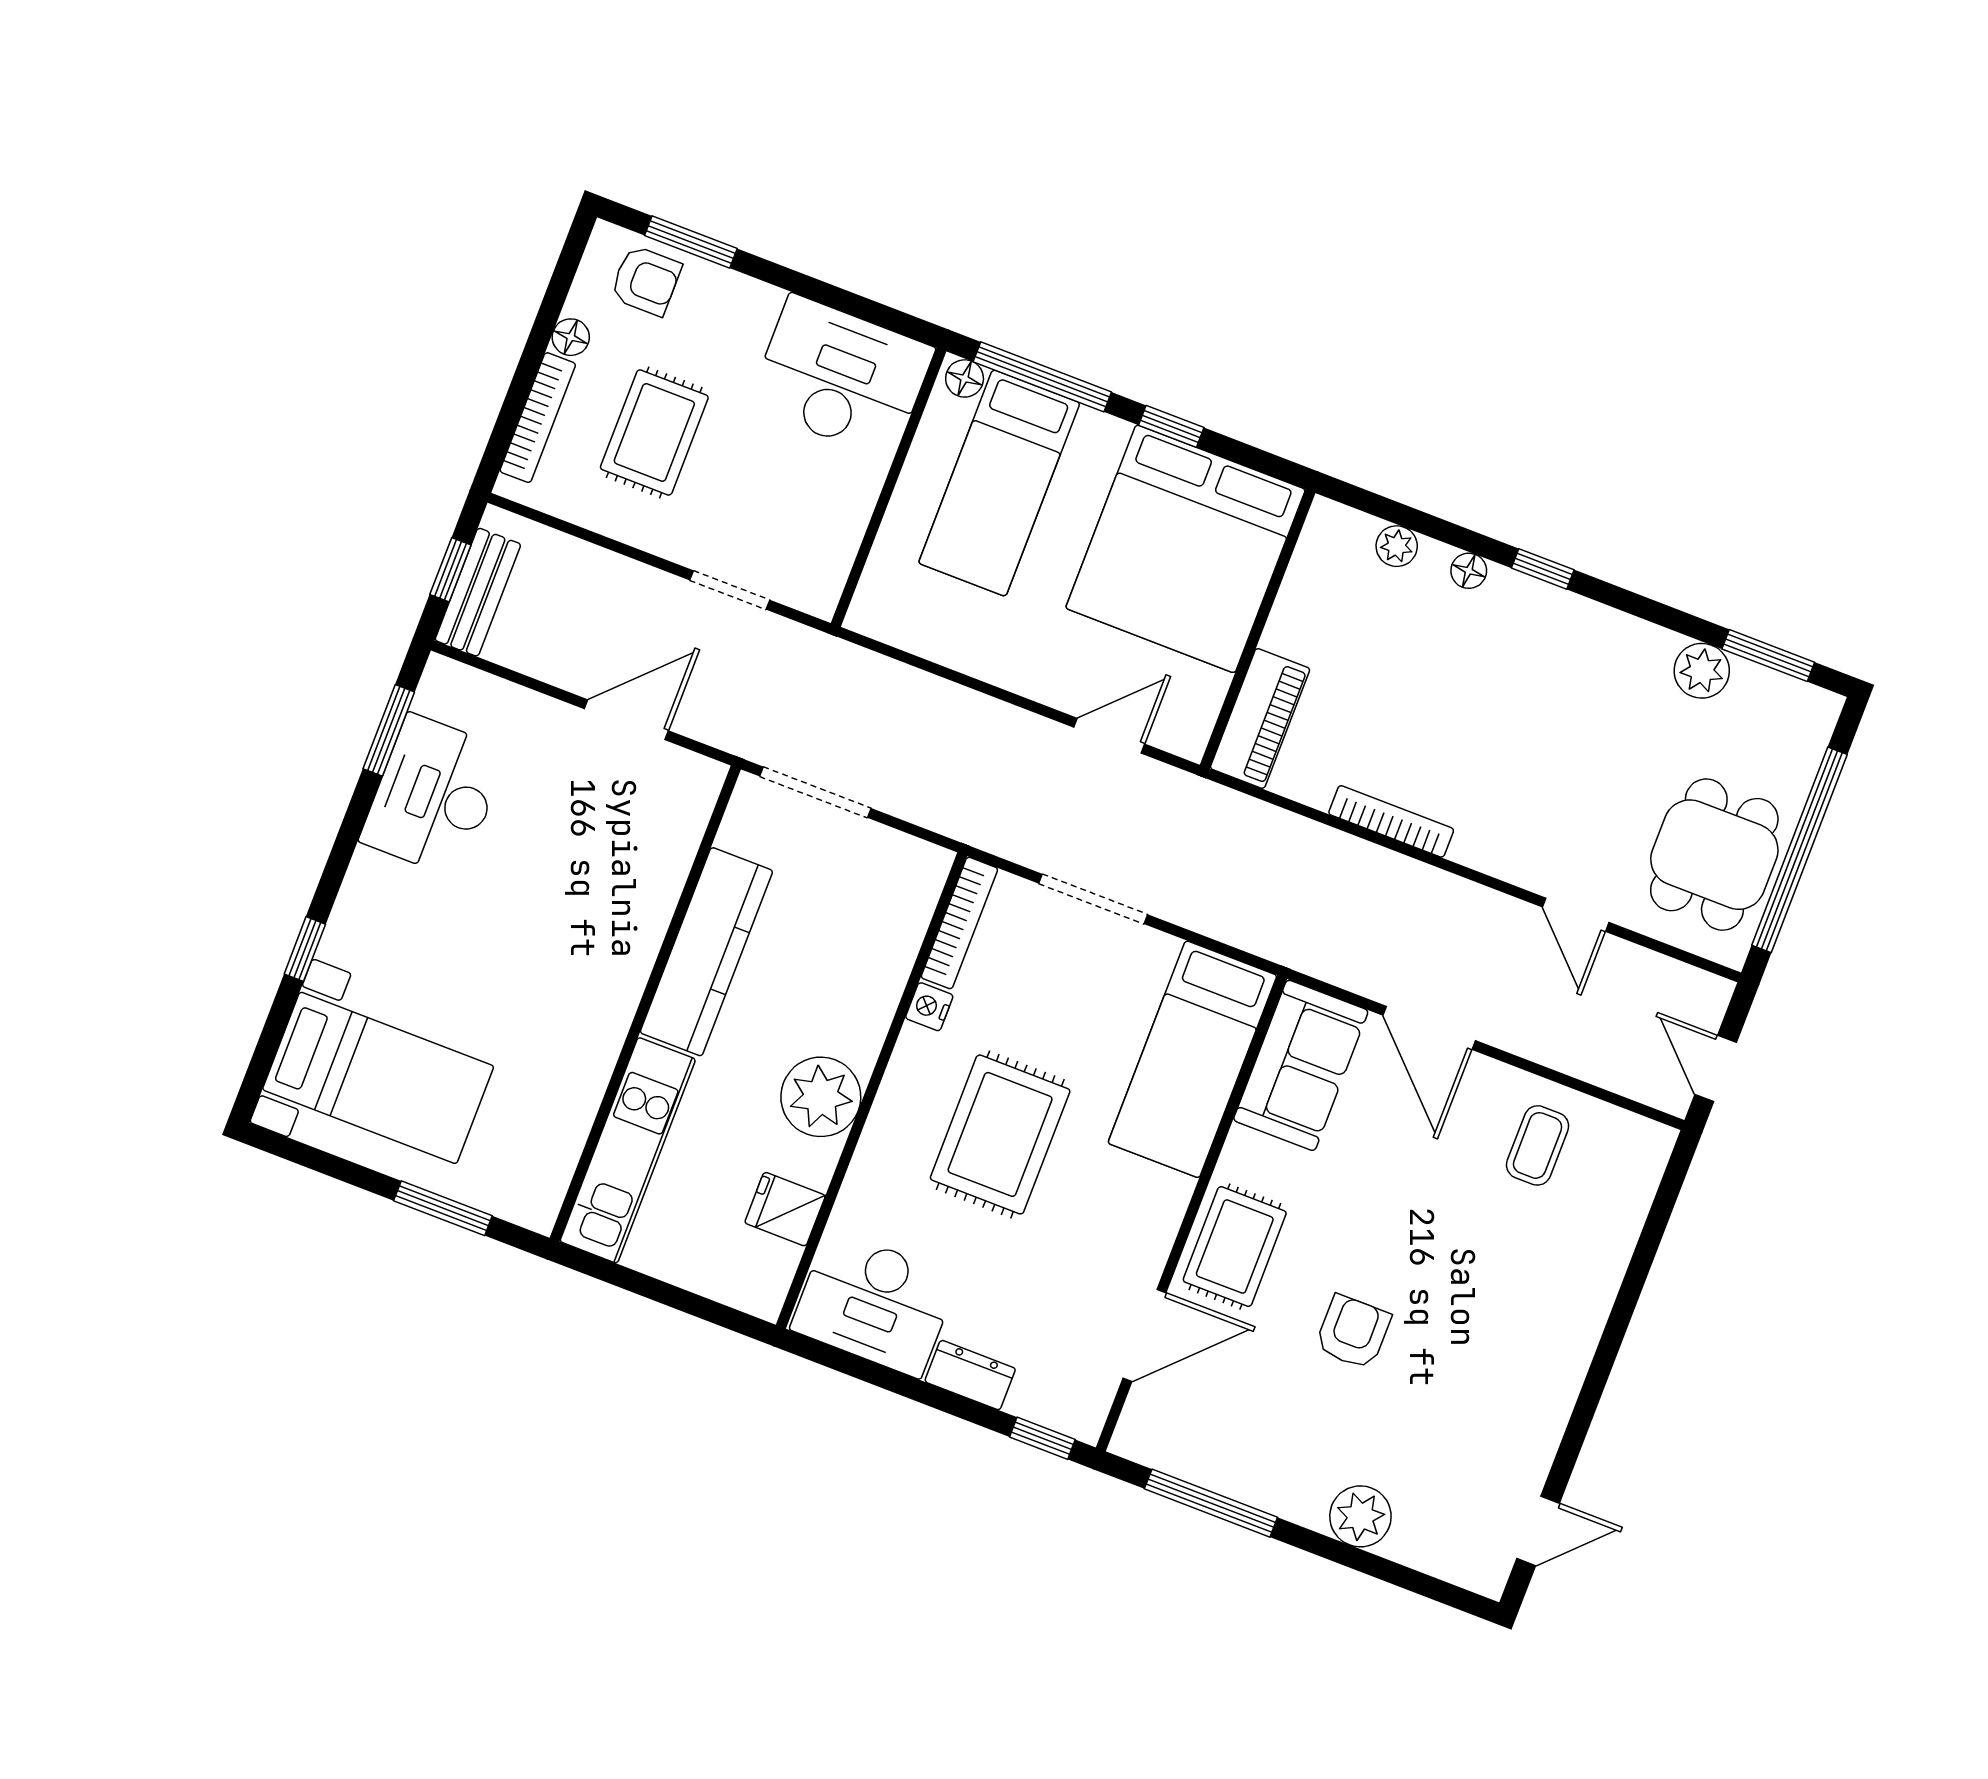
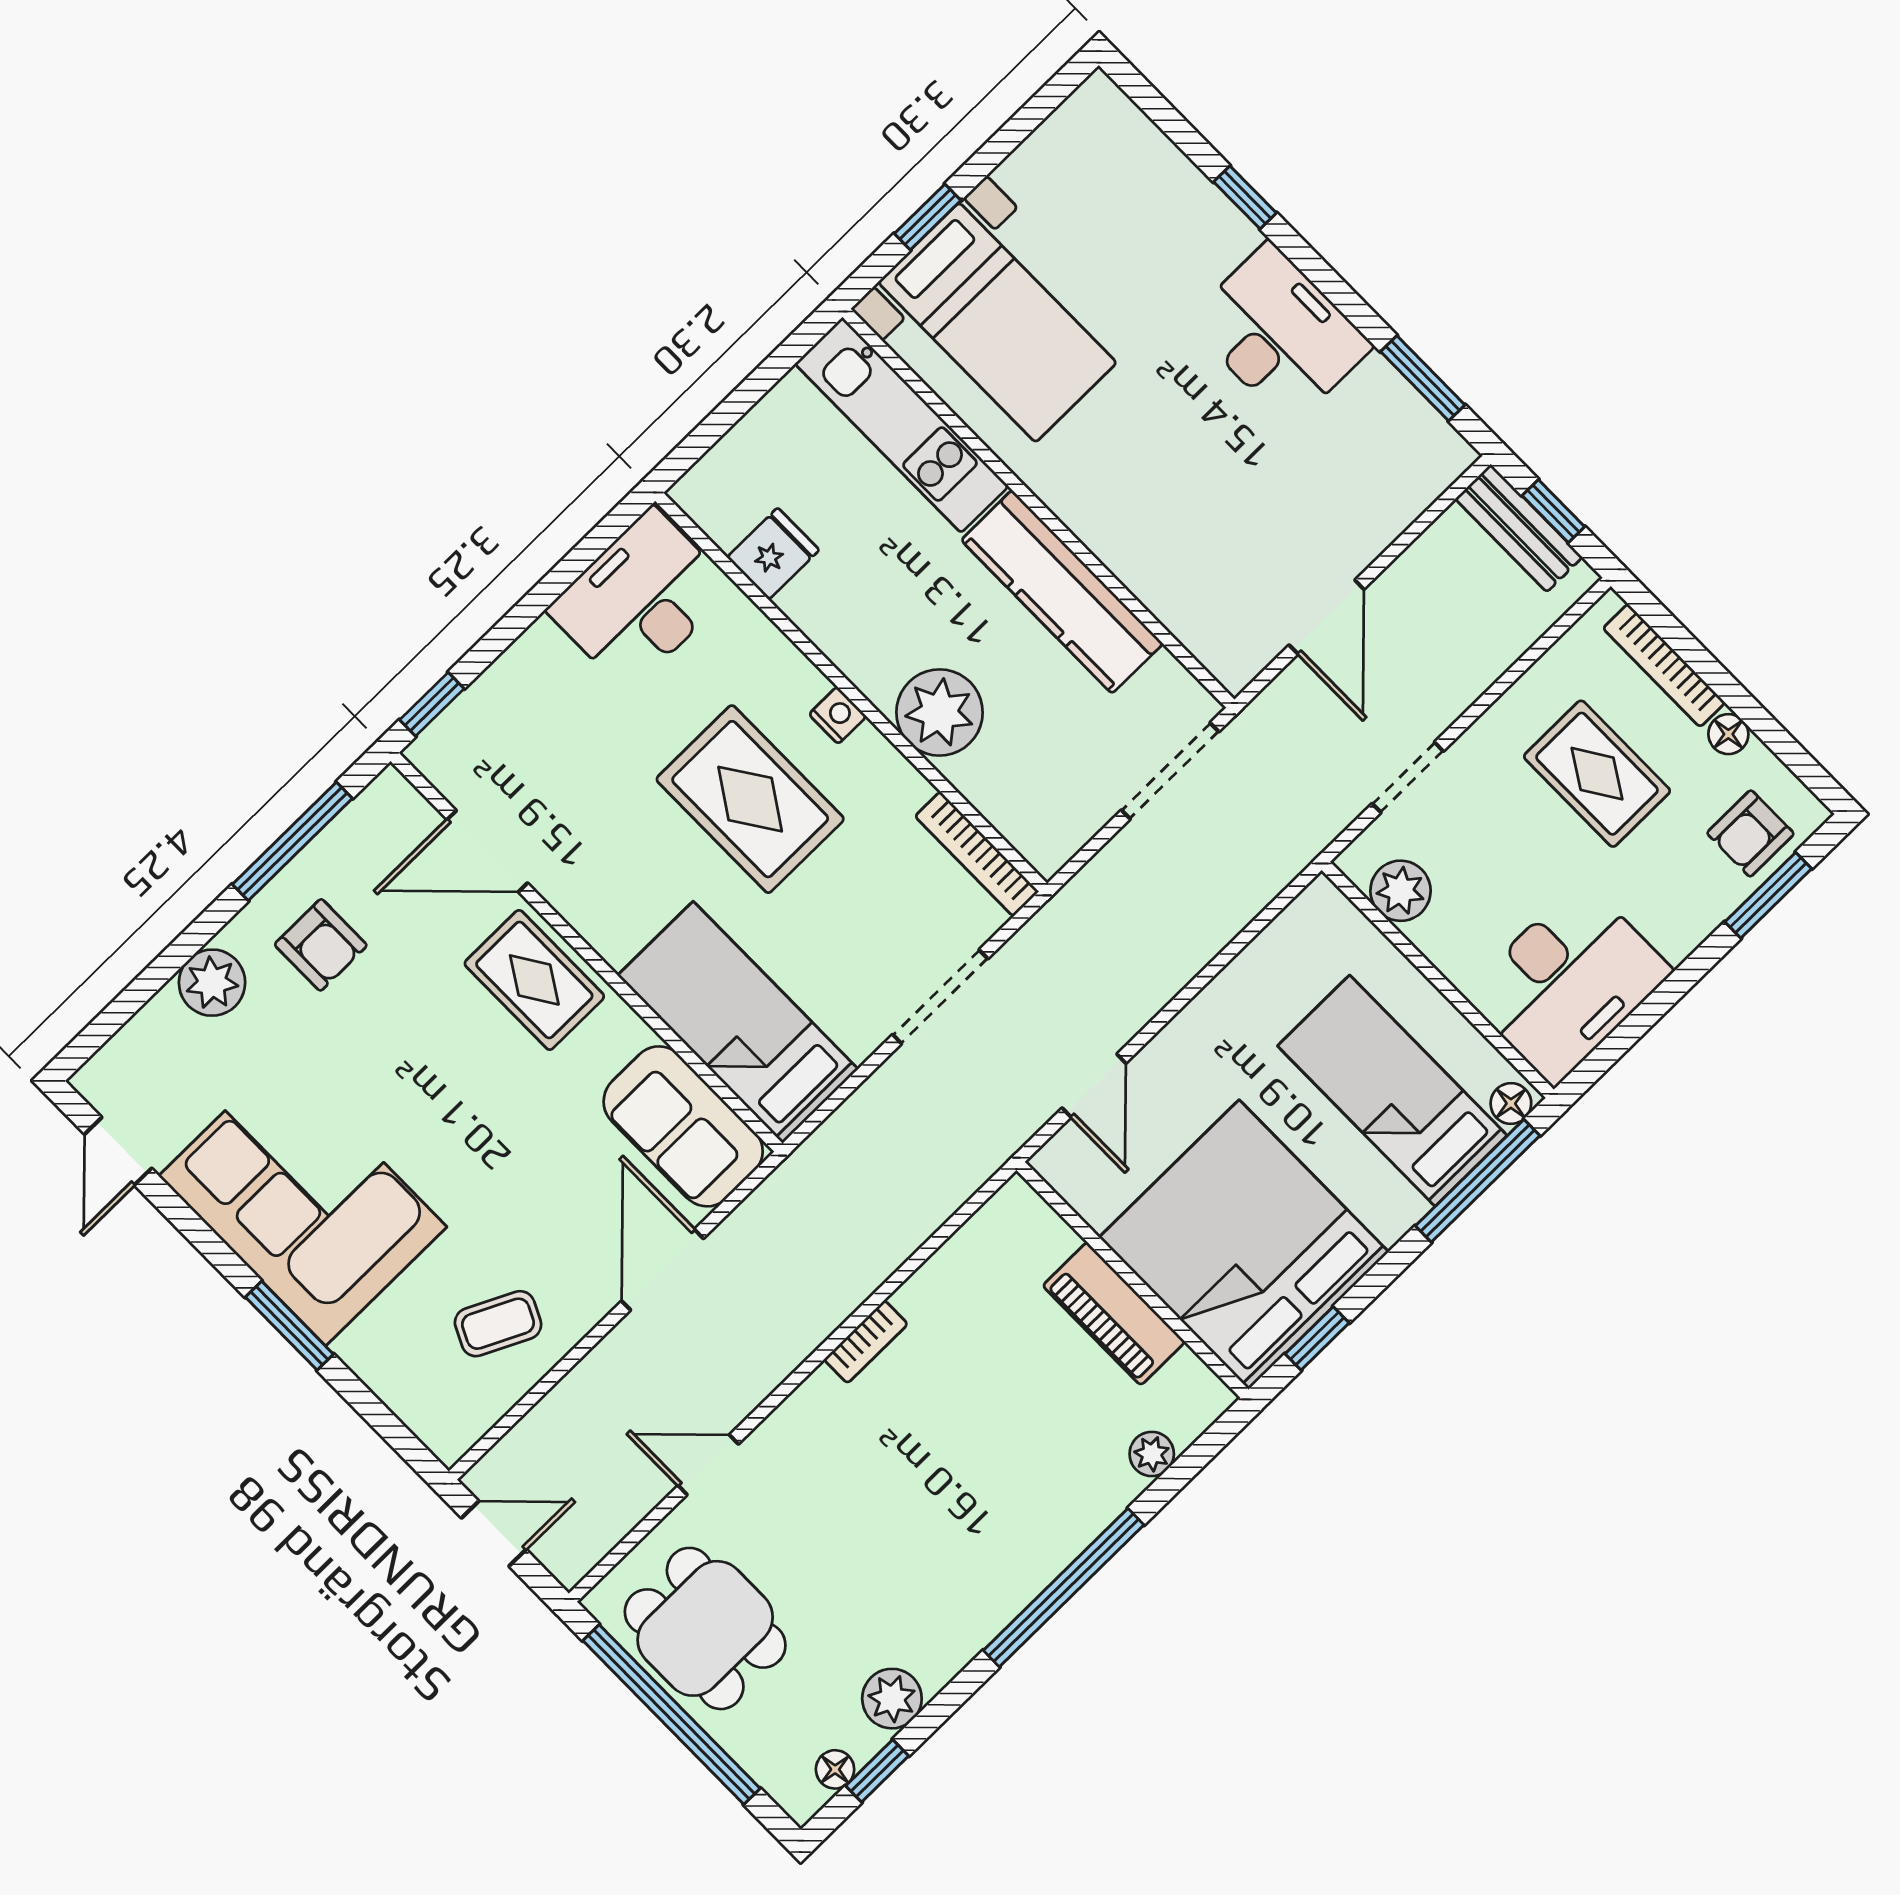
window: (1171, 426) -> (1317, 1338), moved
plant: (828, 553) -> (1401, 891), added
window: (1543, 569) -> (1064, 1588), width x3.17
floor lamp: (1469, 571) -> (835, 1769), moved
window: (1768, 656) -> (877, 1771), width x0.67
piano: (1260, 718) -> (1114, 1314), moved
desk: (434, 796) -> (1279, 334), moved
bookcase: (1391, 821) -> (866, 1342), width x0.64
nightstand: (929, 1007) -> (838, 715), moved
door: (1429, 1028) -> (663, 1270), hinge flipped
bed with nightstands: (378, 1078) -> (997, 323), moved, turned -90
plant: (821, 1097) -> (939, 712), moved
coffee table: (1538, 1145) -> (498, 1324), turned -64
window: (443, 1208) -> (928, 217), width x0.67
window: (1619, 1320) -> (289, 1326), added
armchair: (1353, 1332) -> (321, 945), moved
door: (1145, 1335) -> (487, 851), hinge flipped
corner sofa: (1510, 1356) -> (303, 1201), added
dresser: (970, 1375) -> (527, 662), removed

